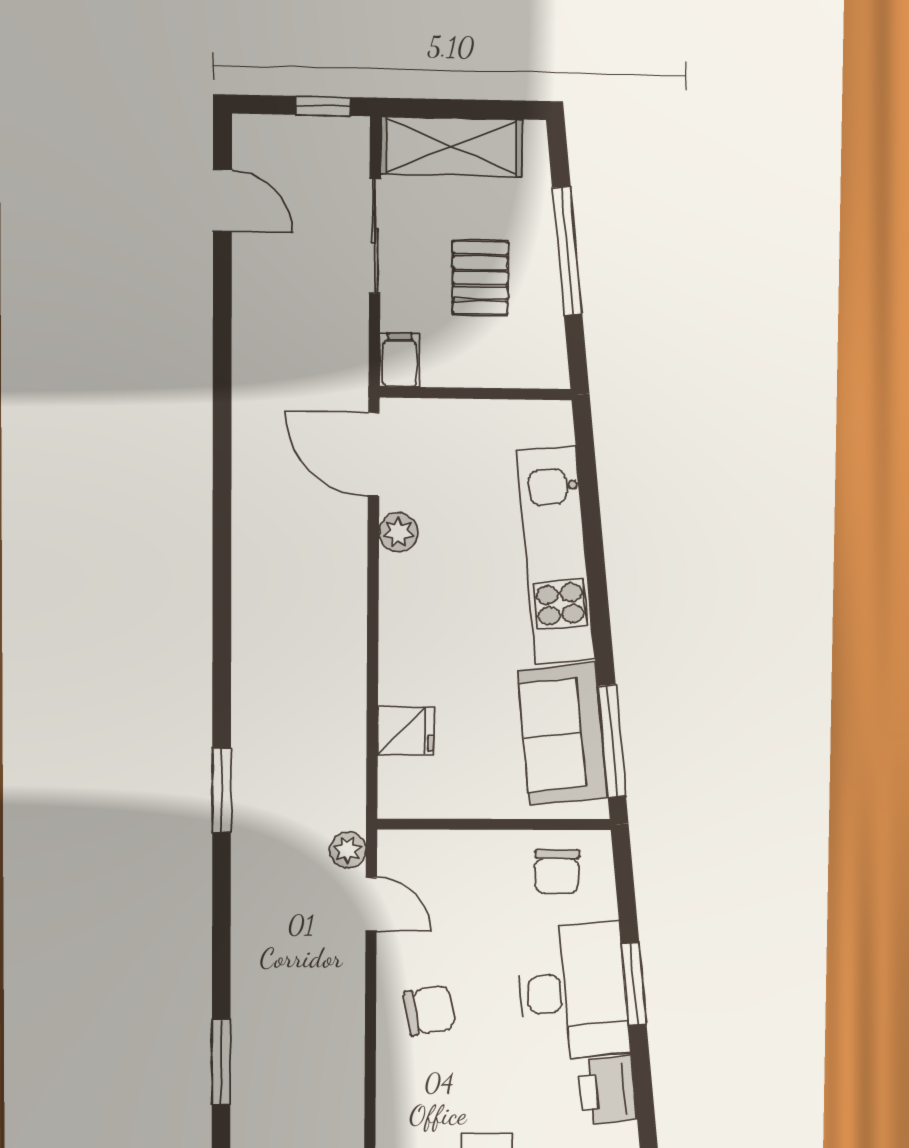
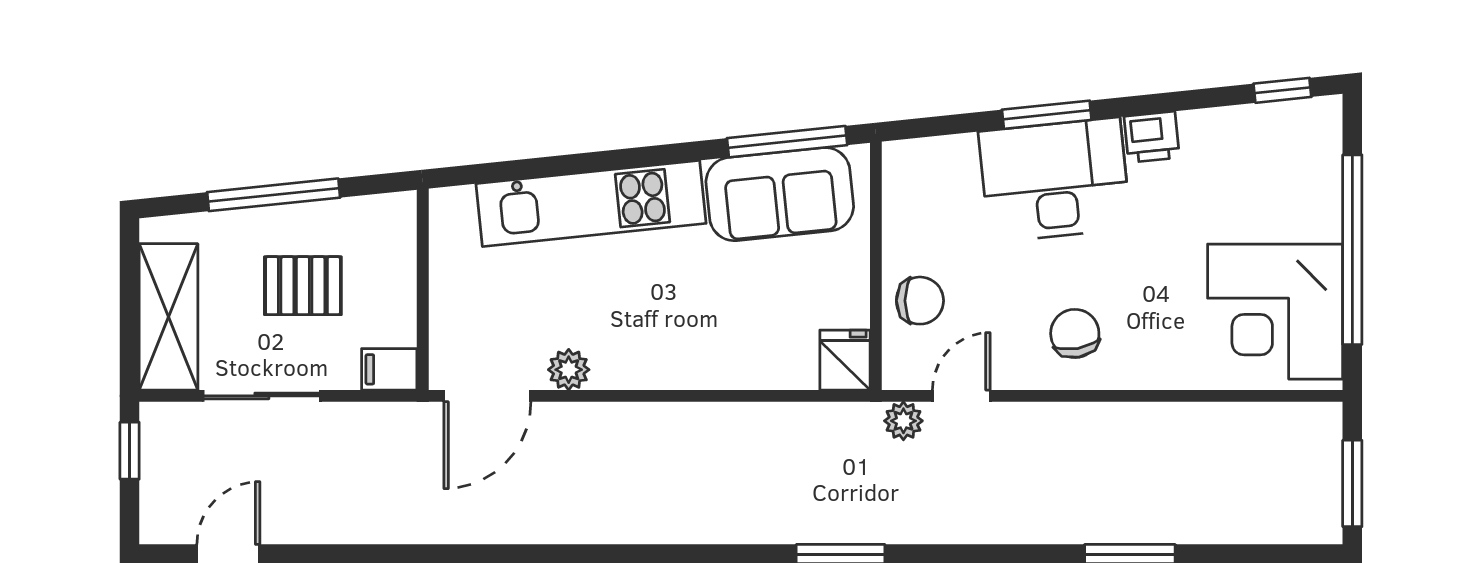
fridge: (406, 731) -> (845, 360), moved
chair: (557, 872) -> (920, 301), moved
printer: (608, 1090) -> (1152, 137), width x0.73, depth x0.81

